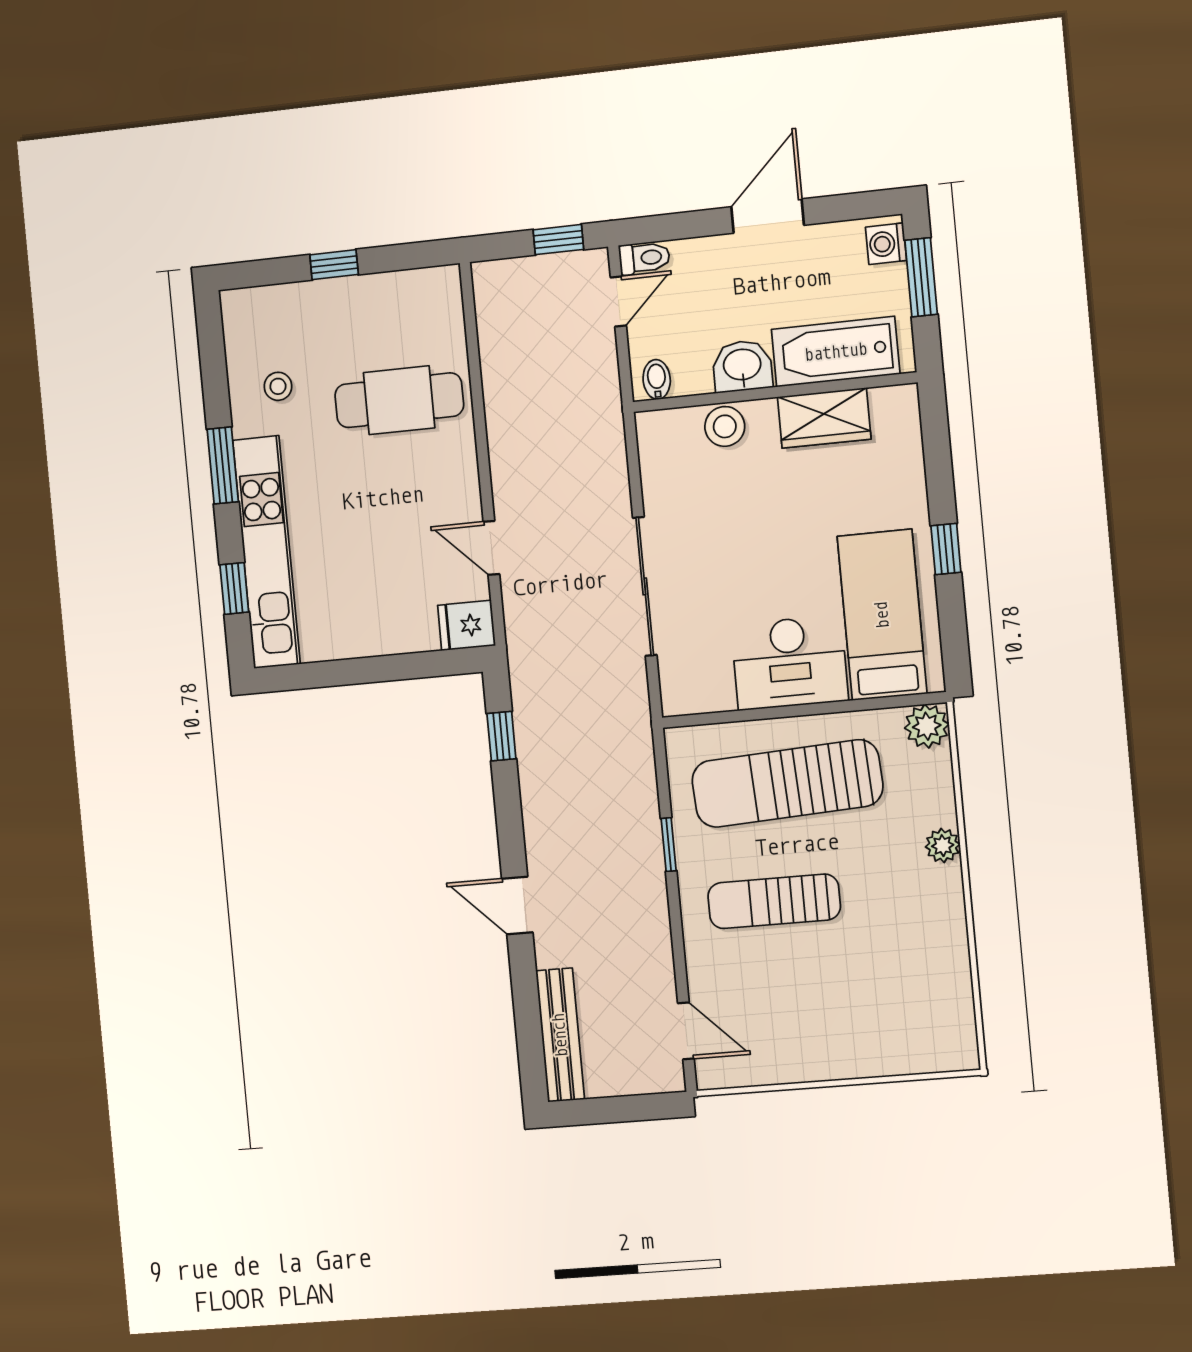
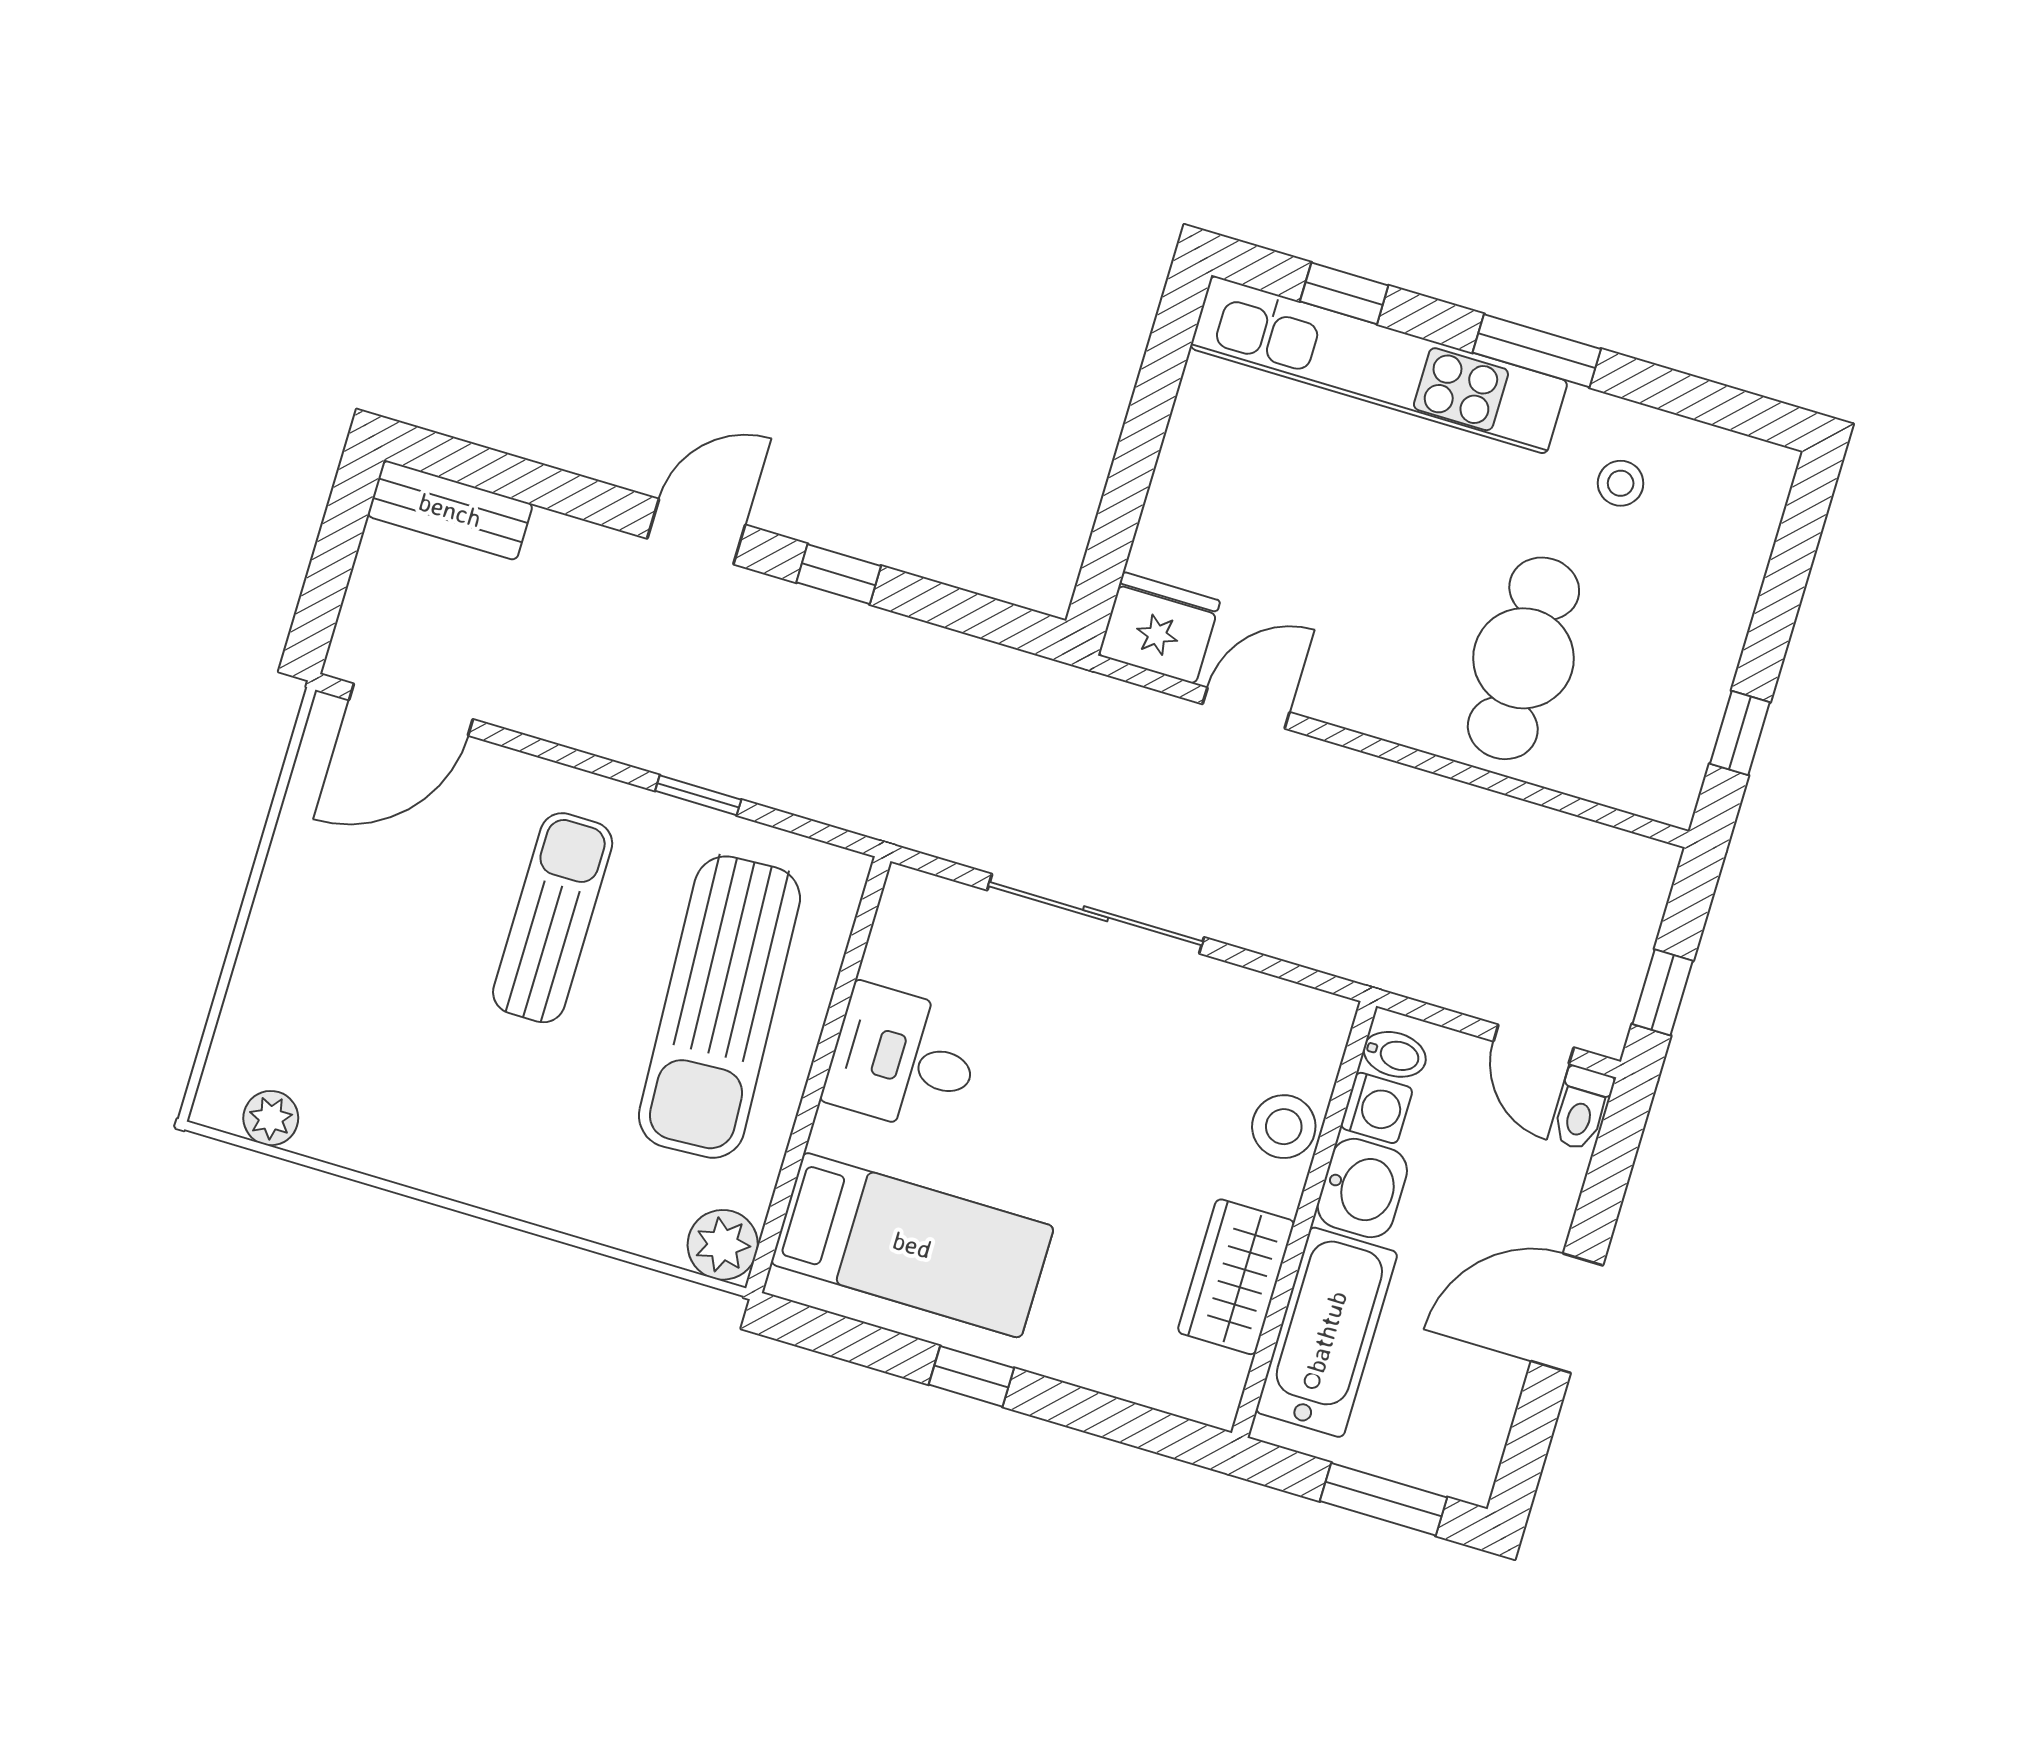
door: (768, 216) -> (1567, 1313), swing flipped
washing machine: (886, 244) -> (1377, 1108), moved, turned 90
window: (334, 265) -> (1740, 733), moved
fridge: (466, 625) -> (1159, 628), width x1.38
desk: (790, 663) -> (903, 1059), width x0.73
window: (501, 736) -> (839, 574), moved
sun lounger: (787, 783) -> (719, 1007), turned 180
plant: (943, 846) -> (271, 1118), moved
door: (686, 1031) -> (411, 710), width x1.38
bench: (560, 1035) -> (450, 510), width x0.73

